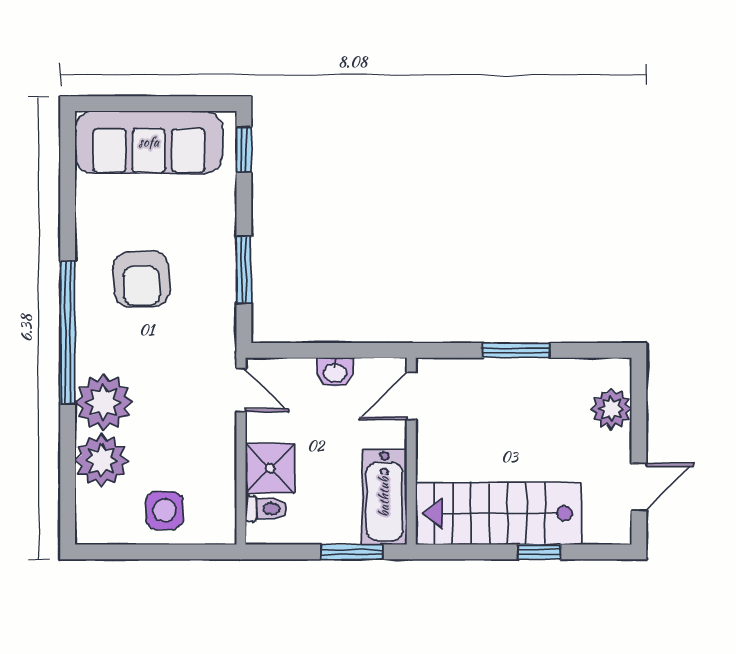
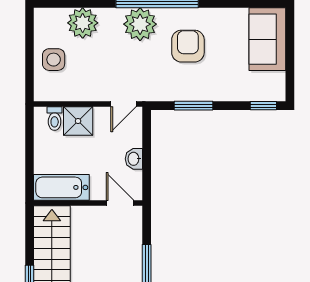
sofa: (149, 142) -> (267, 39), width x0.73
armchair: (141, 279) -> (188, 46), turned 92
plant: (104, 402) -> (140, 24), moved
window: (352, 552) -> (30, 168), removed

